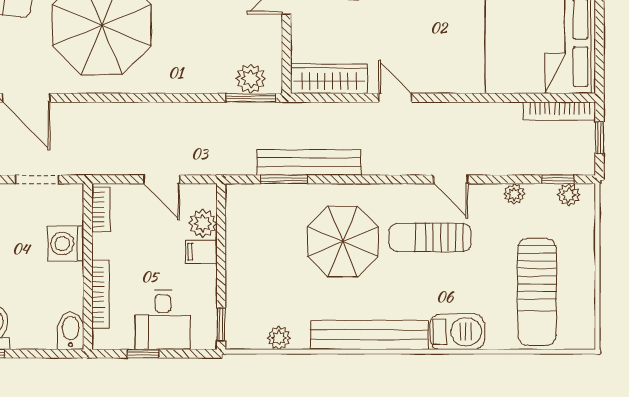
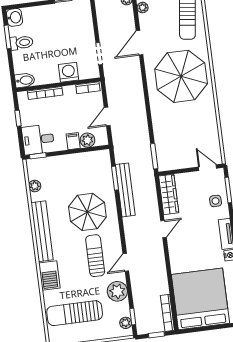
plant: (251, 79) -> (164, 155), removed
plant: (514, 194) -> (117, 291), width x1.88, depth x1.88
desk: (163, 320) -> (38, 140), moved

